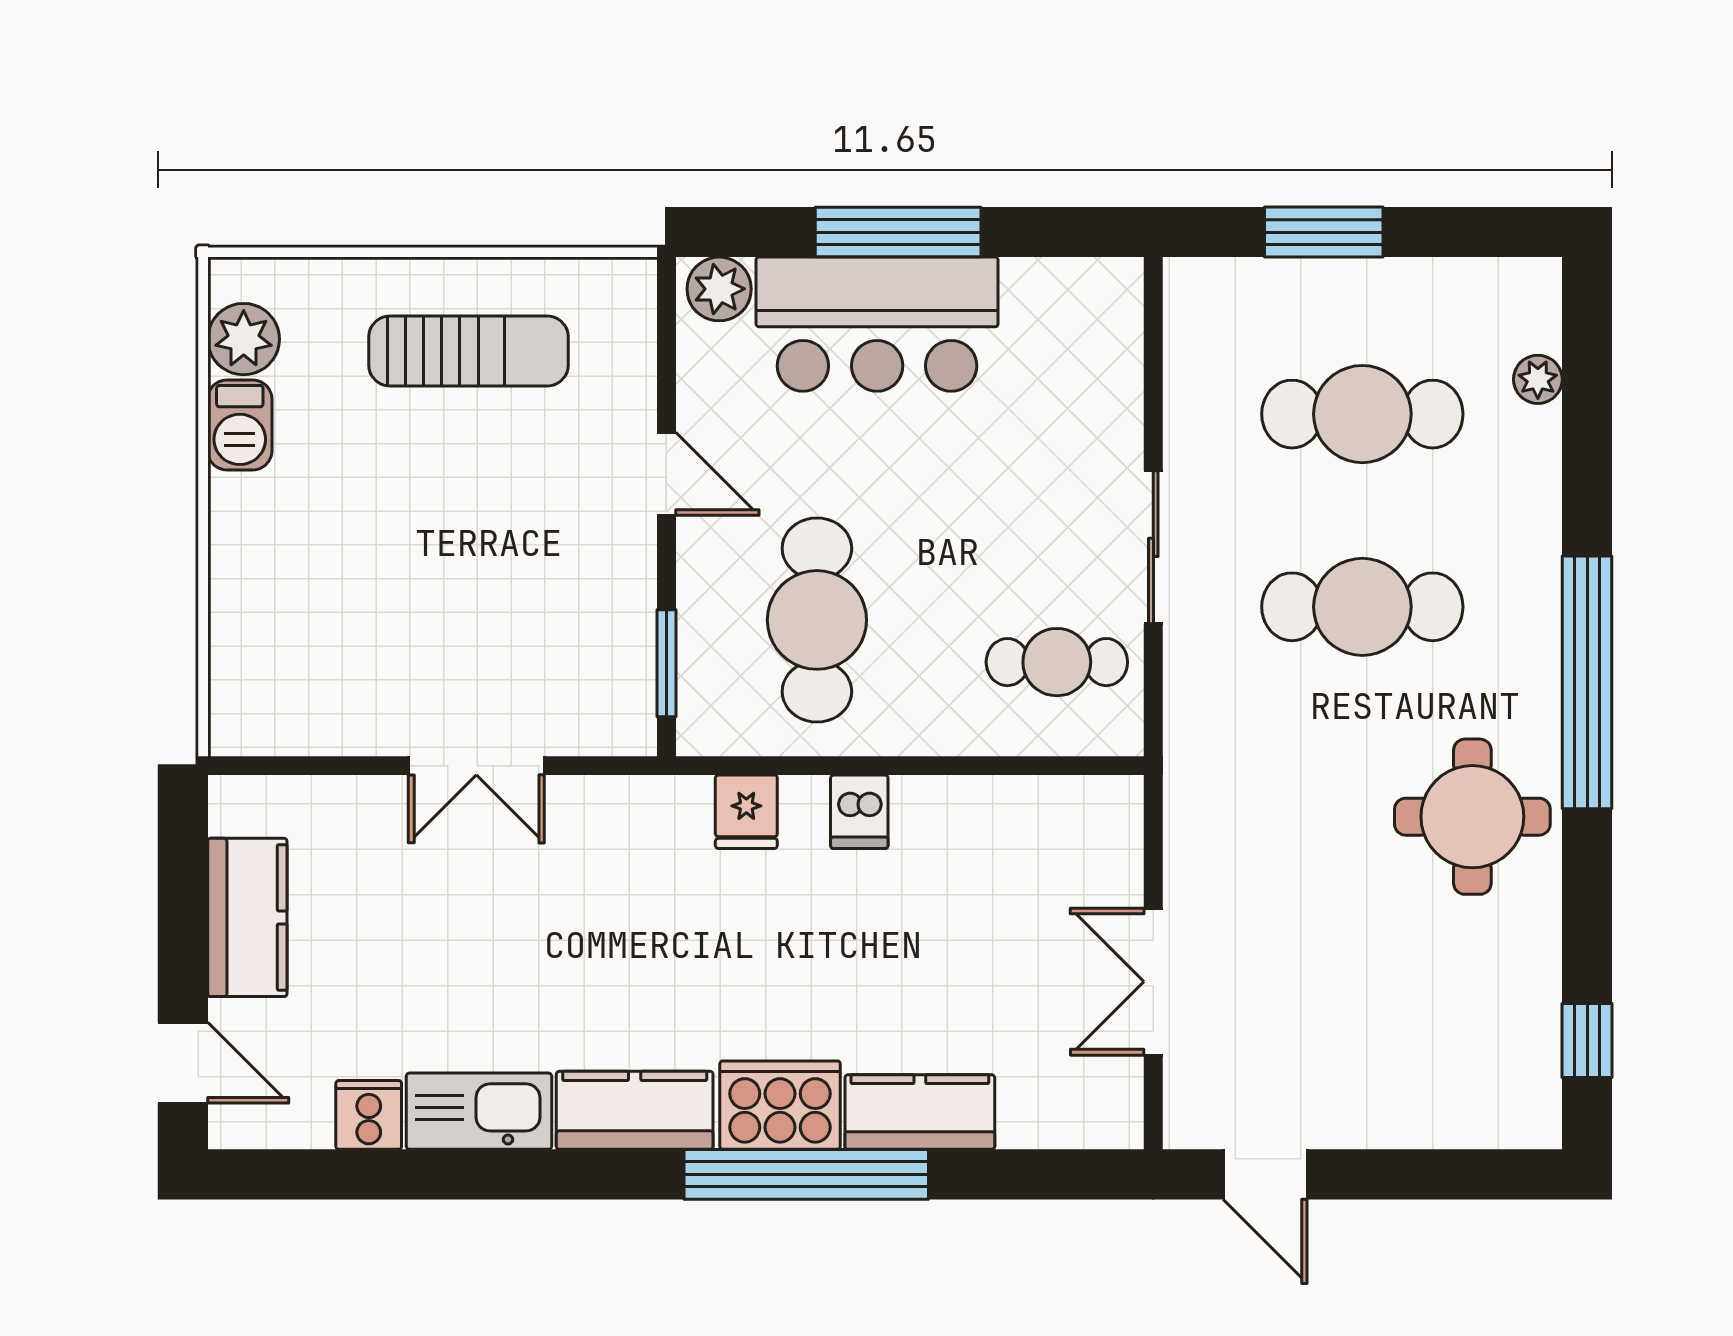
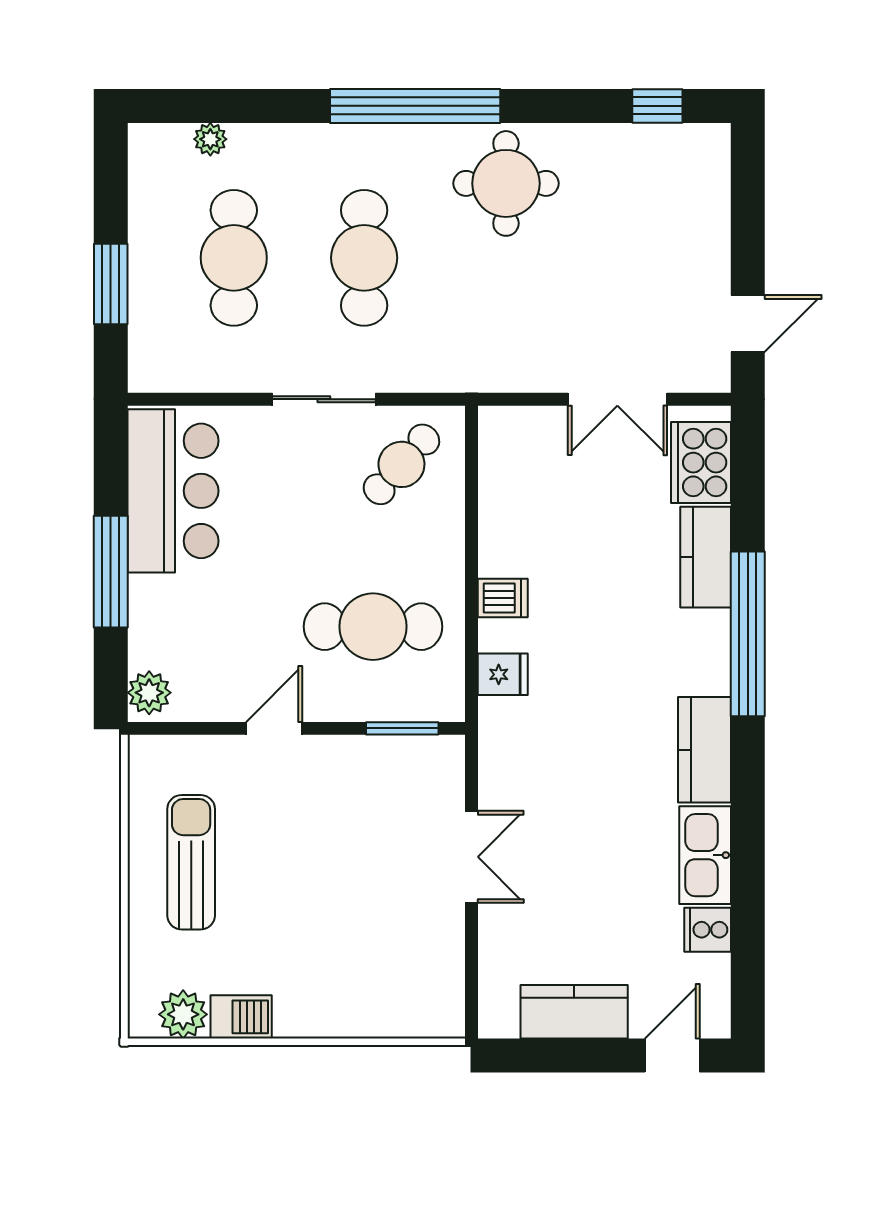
bar counter: (877, 324) -> (173, 491), moved
cafe table: (1057, 662) -> (401, 464), turned 42
cooker: (780, 1105) -> (701, 463), moved

